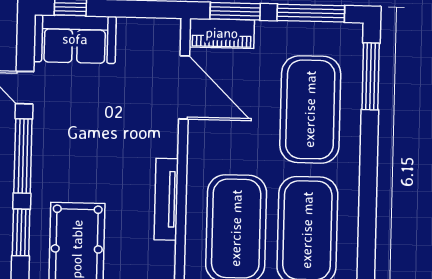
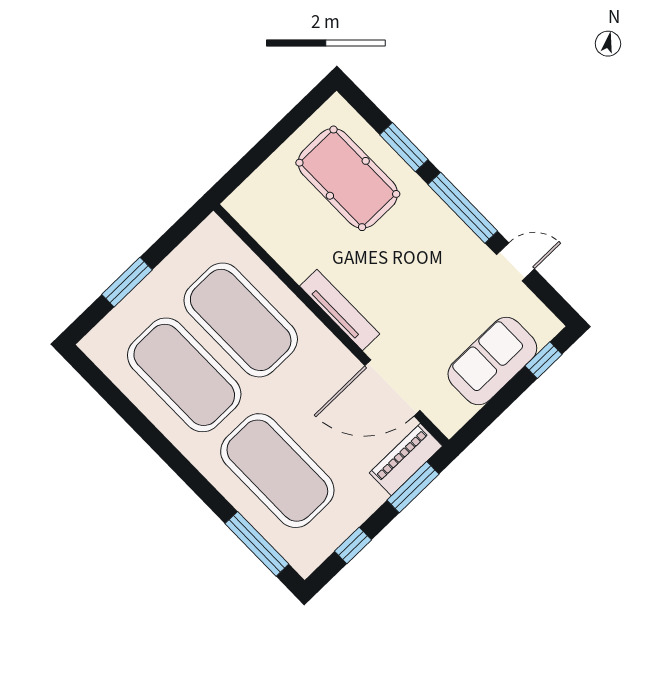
window: (311, 13) -> (353, 546), width x0.46
sofa: (75, 39) -> (492, 361), moved
tv unit: (166, 199) -> (340, 310), moved

